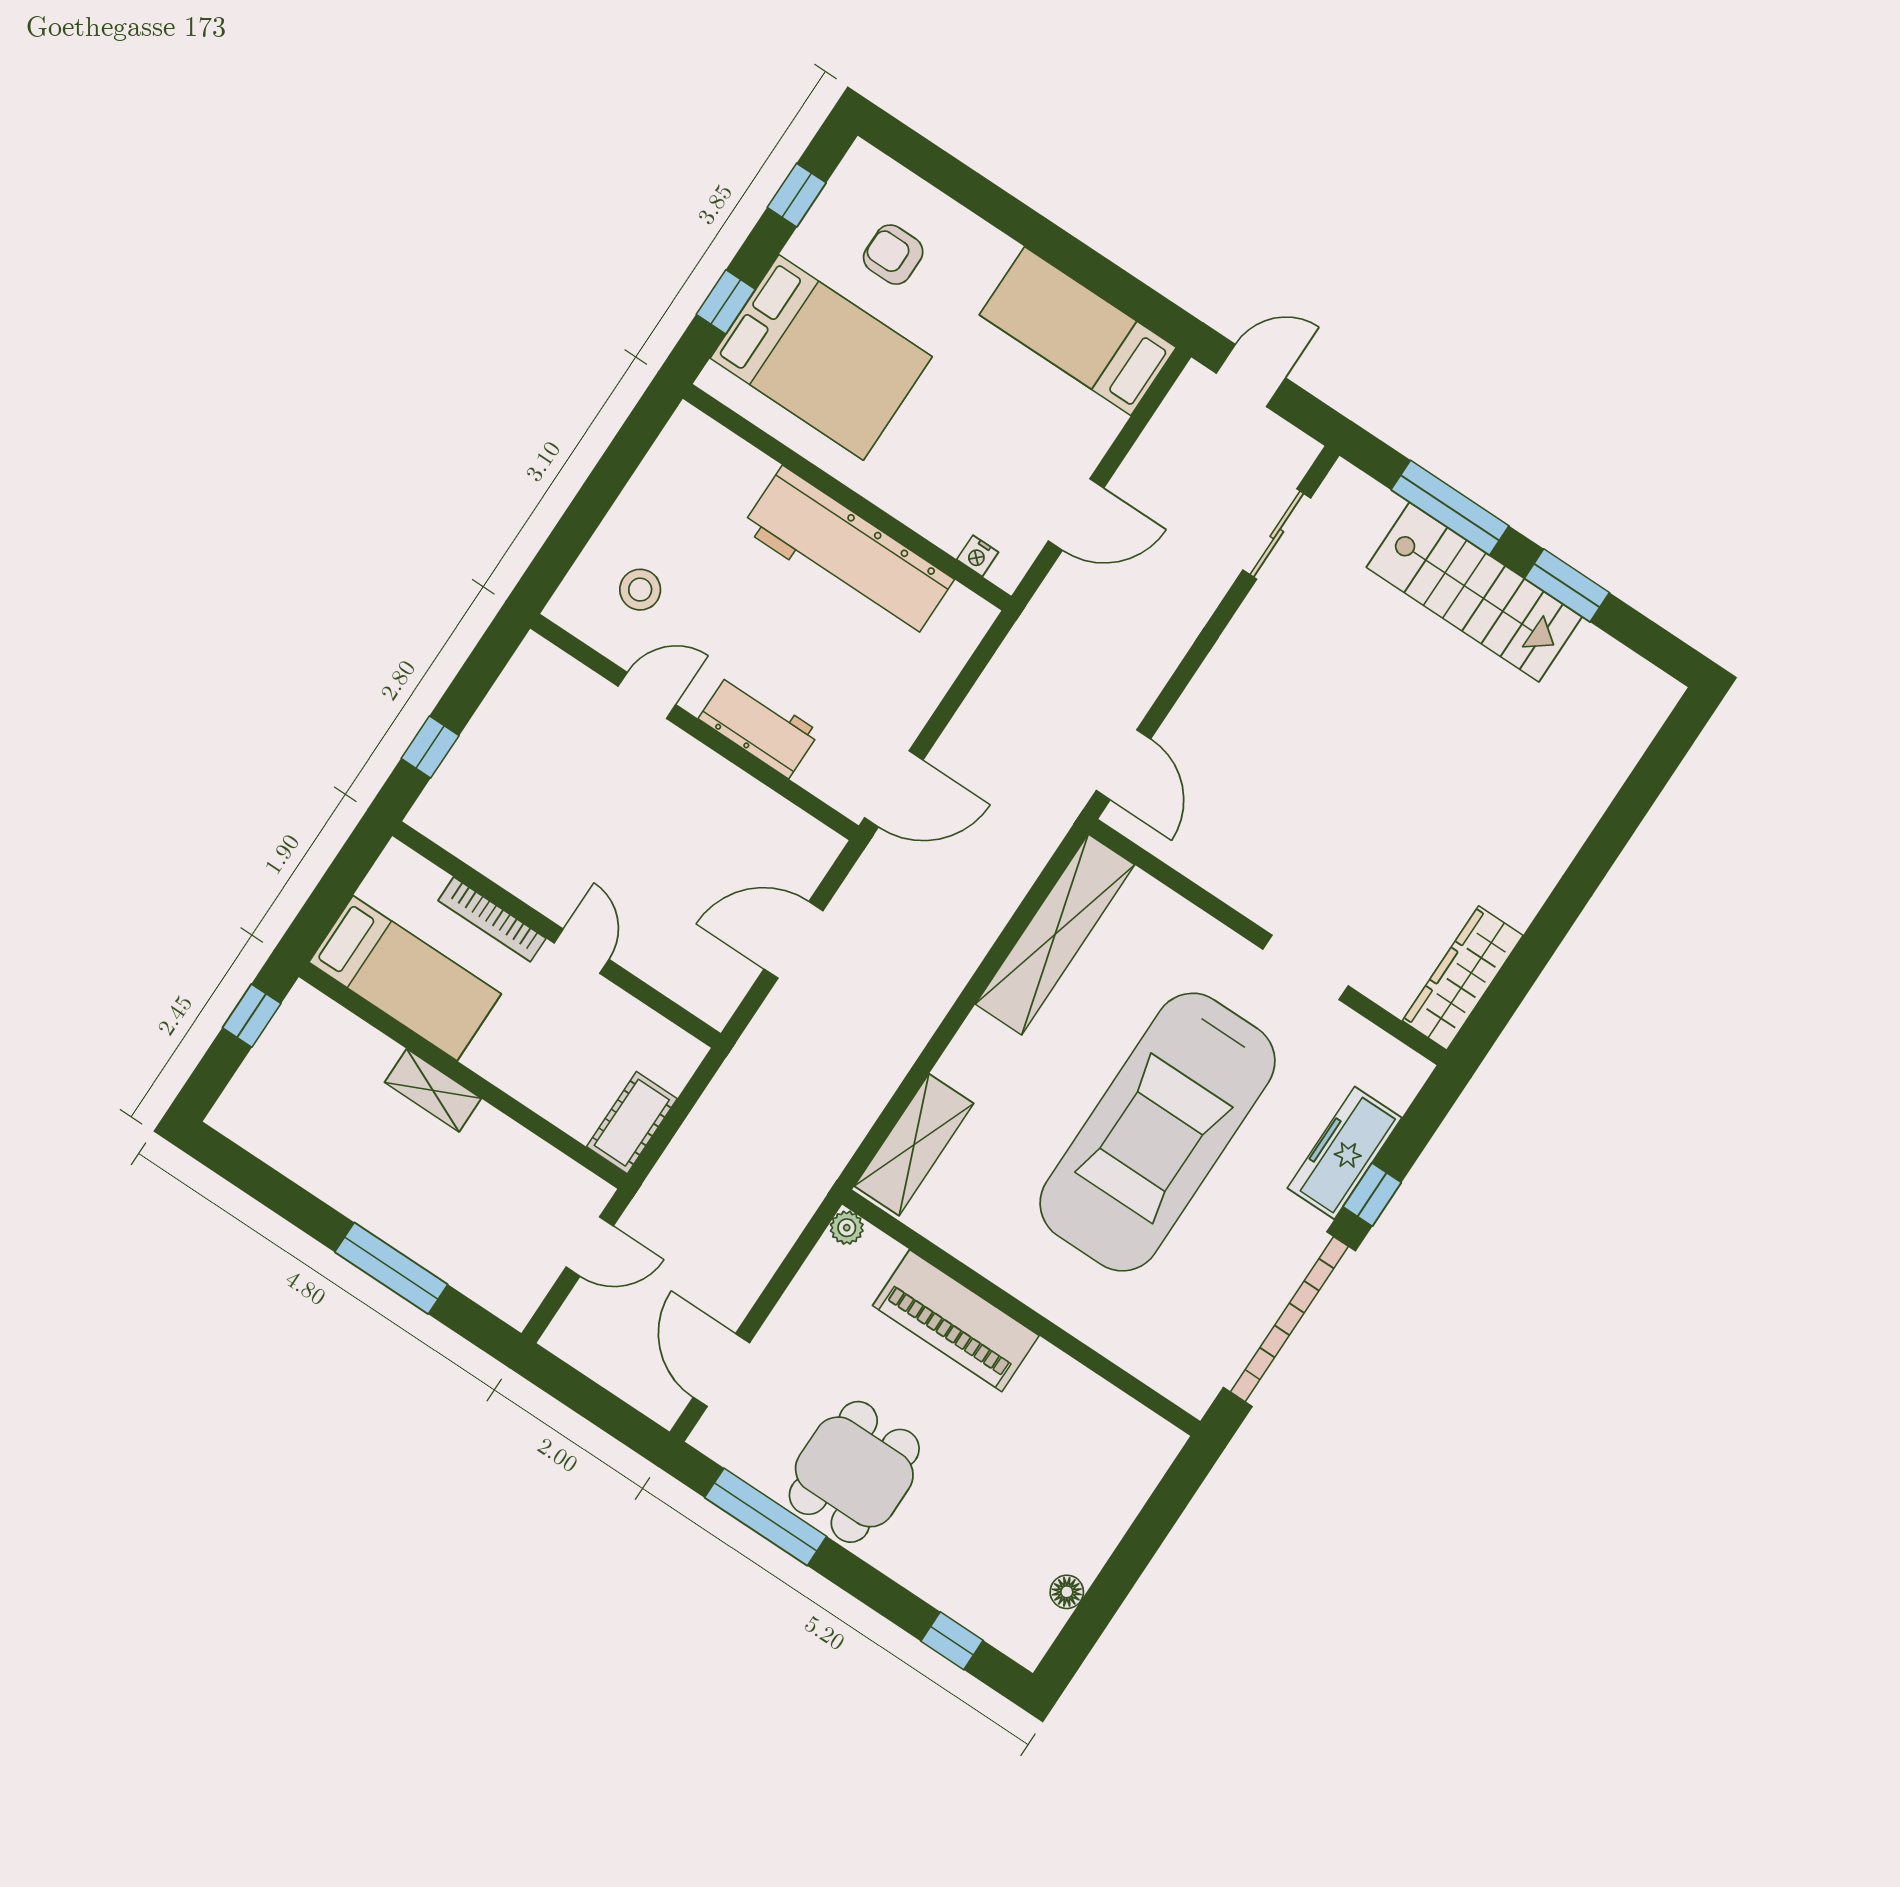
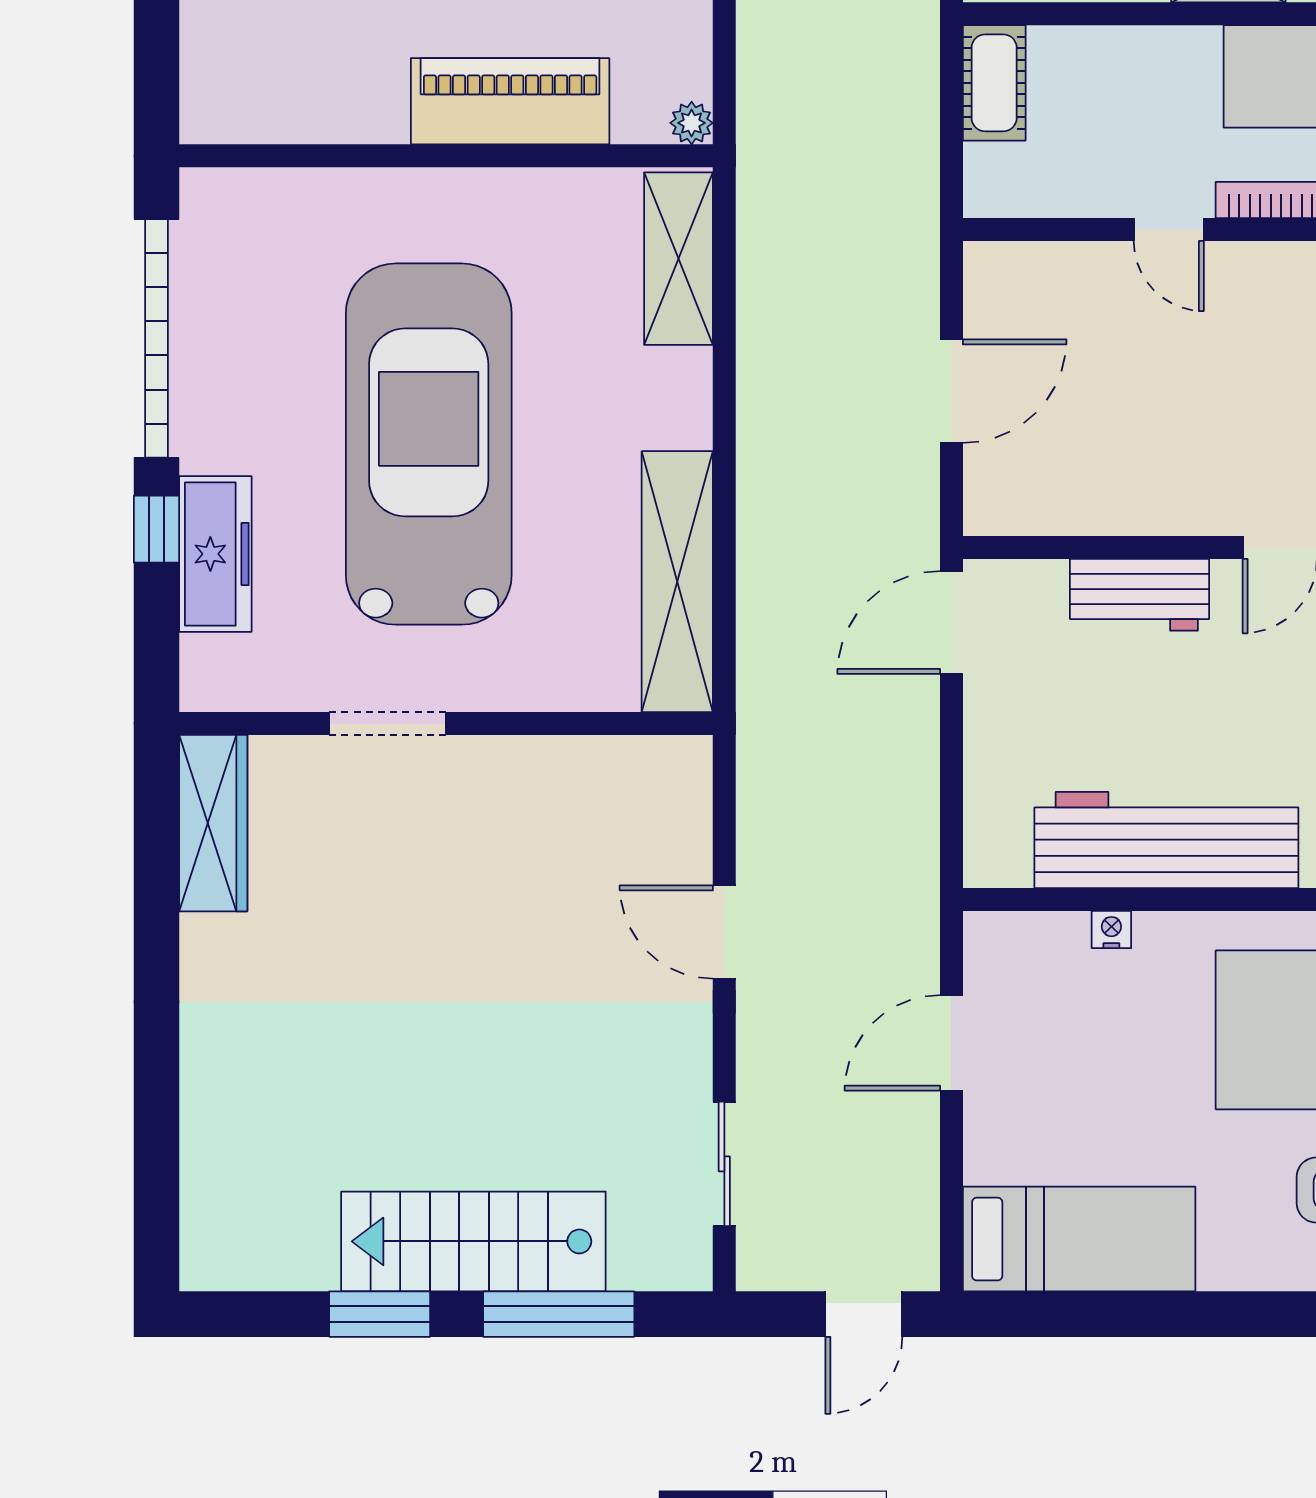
nightstand: (978, 556) -> (1111, 930), moved
door: (1123, 765) -> (724, 932), moved

